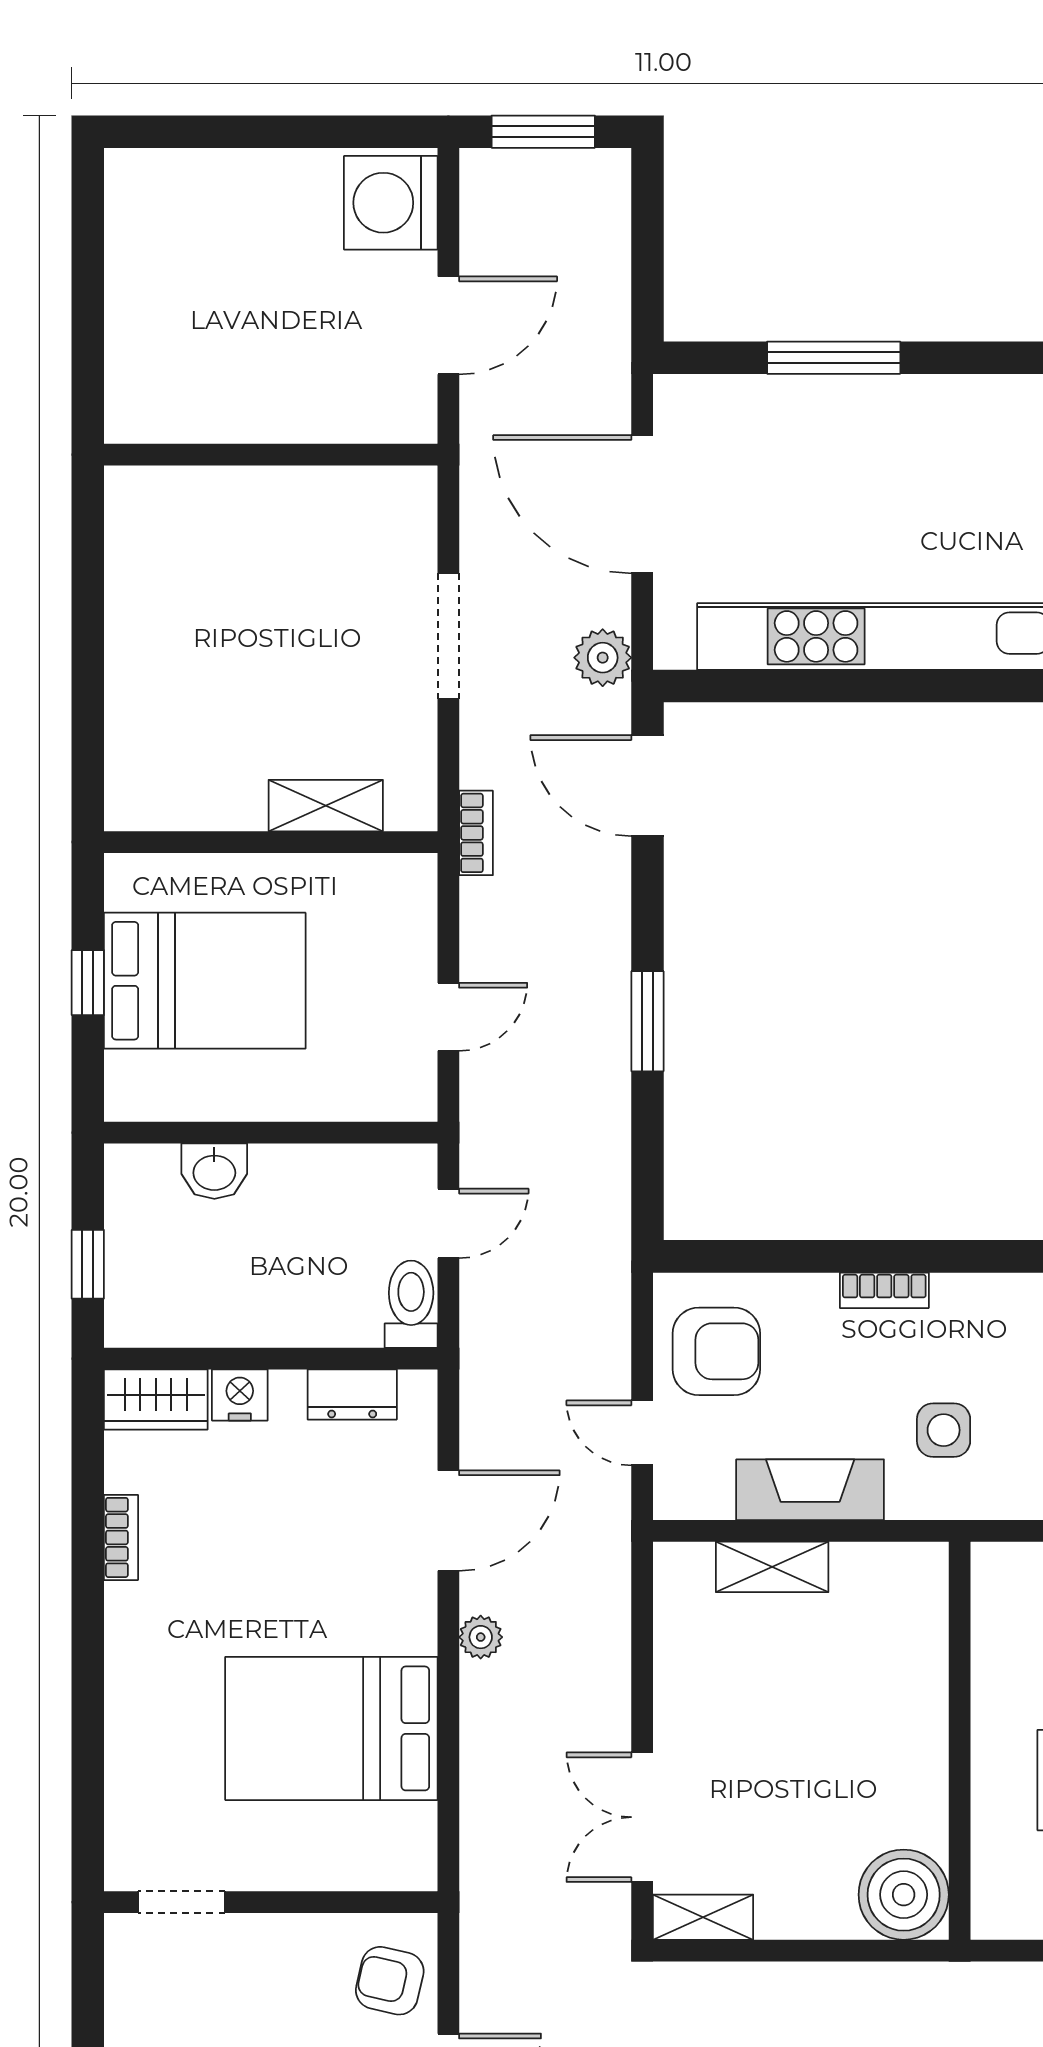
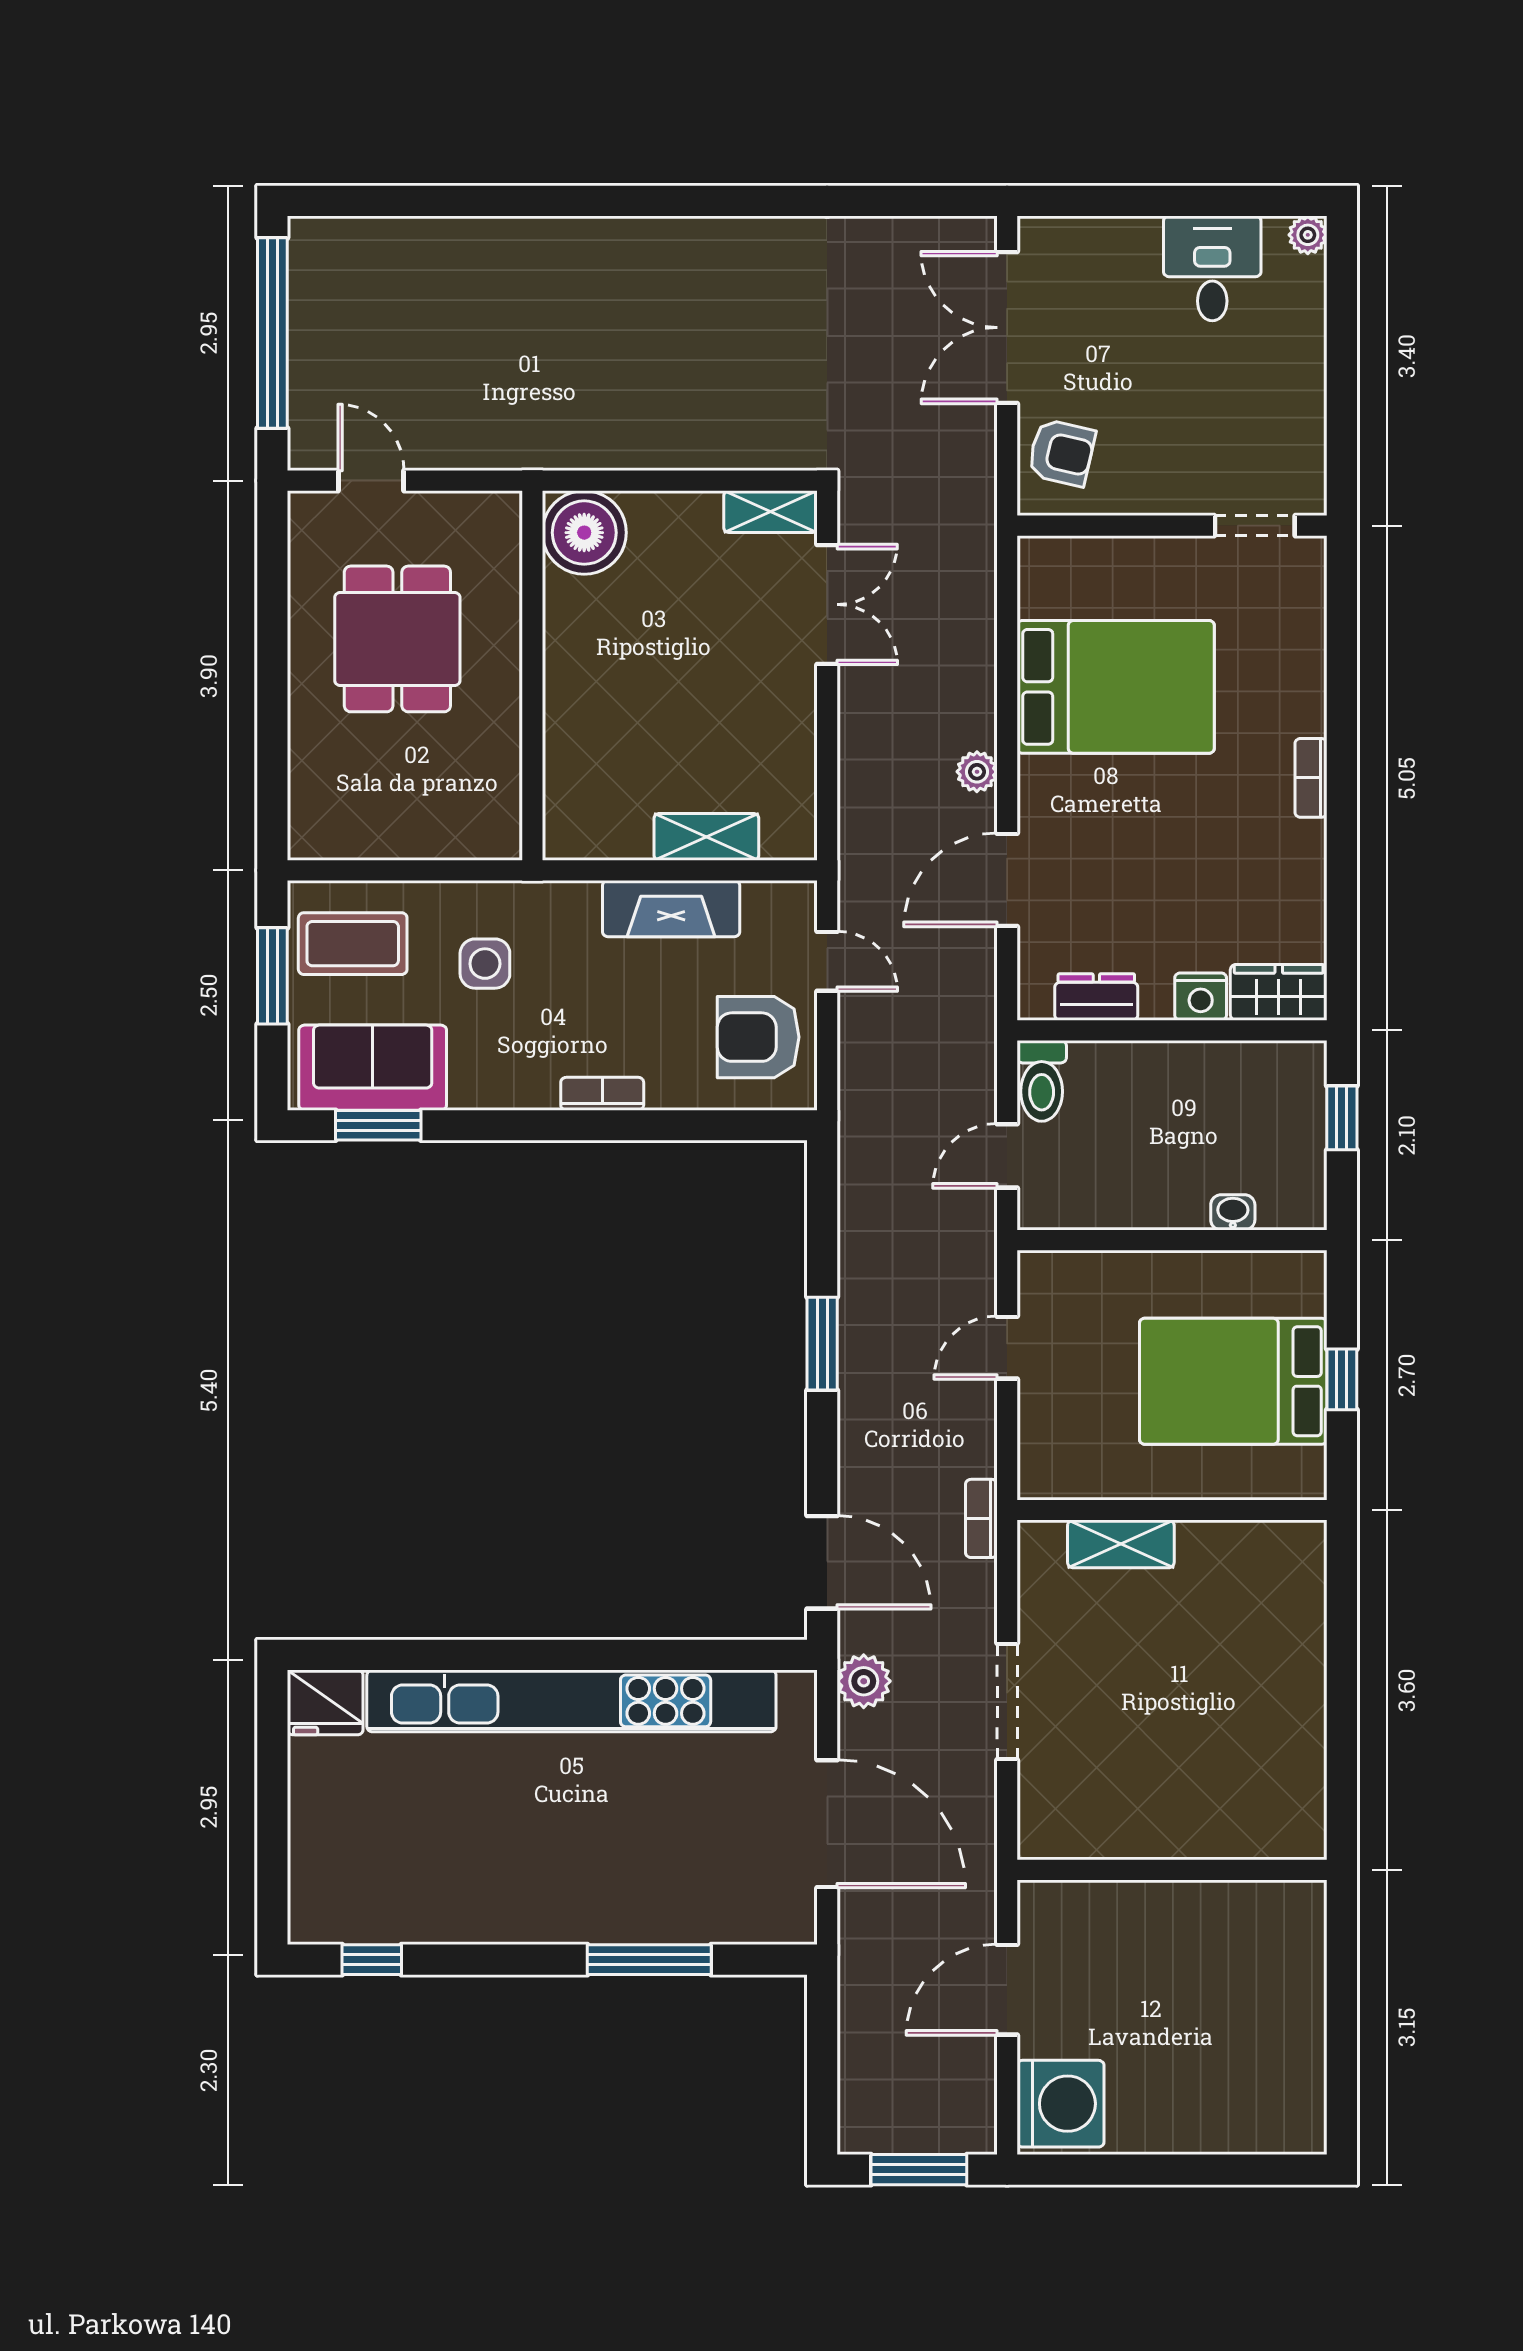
washbasin: (214, 1171) -> (1233, 1212), width x0.72, depth x0.69
side table: (944, 1430) -> (485, 964), moved
bookcase: (121, 1537) -> (1311, 778), moved

